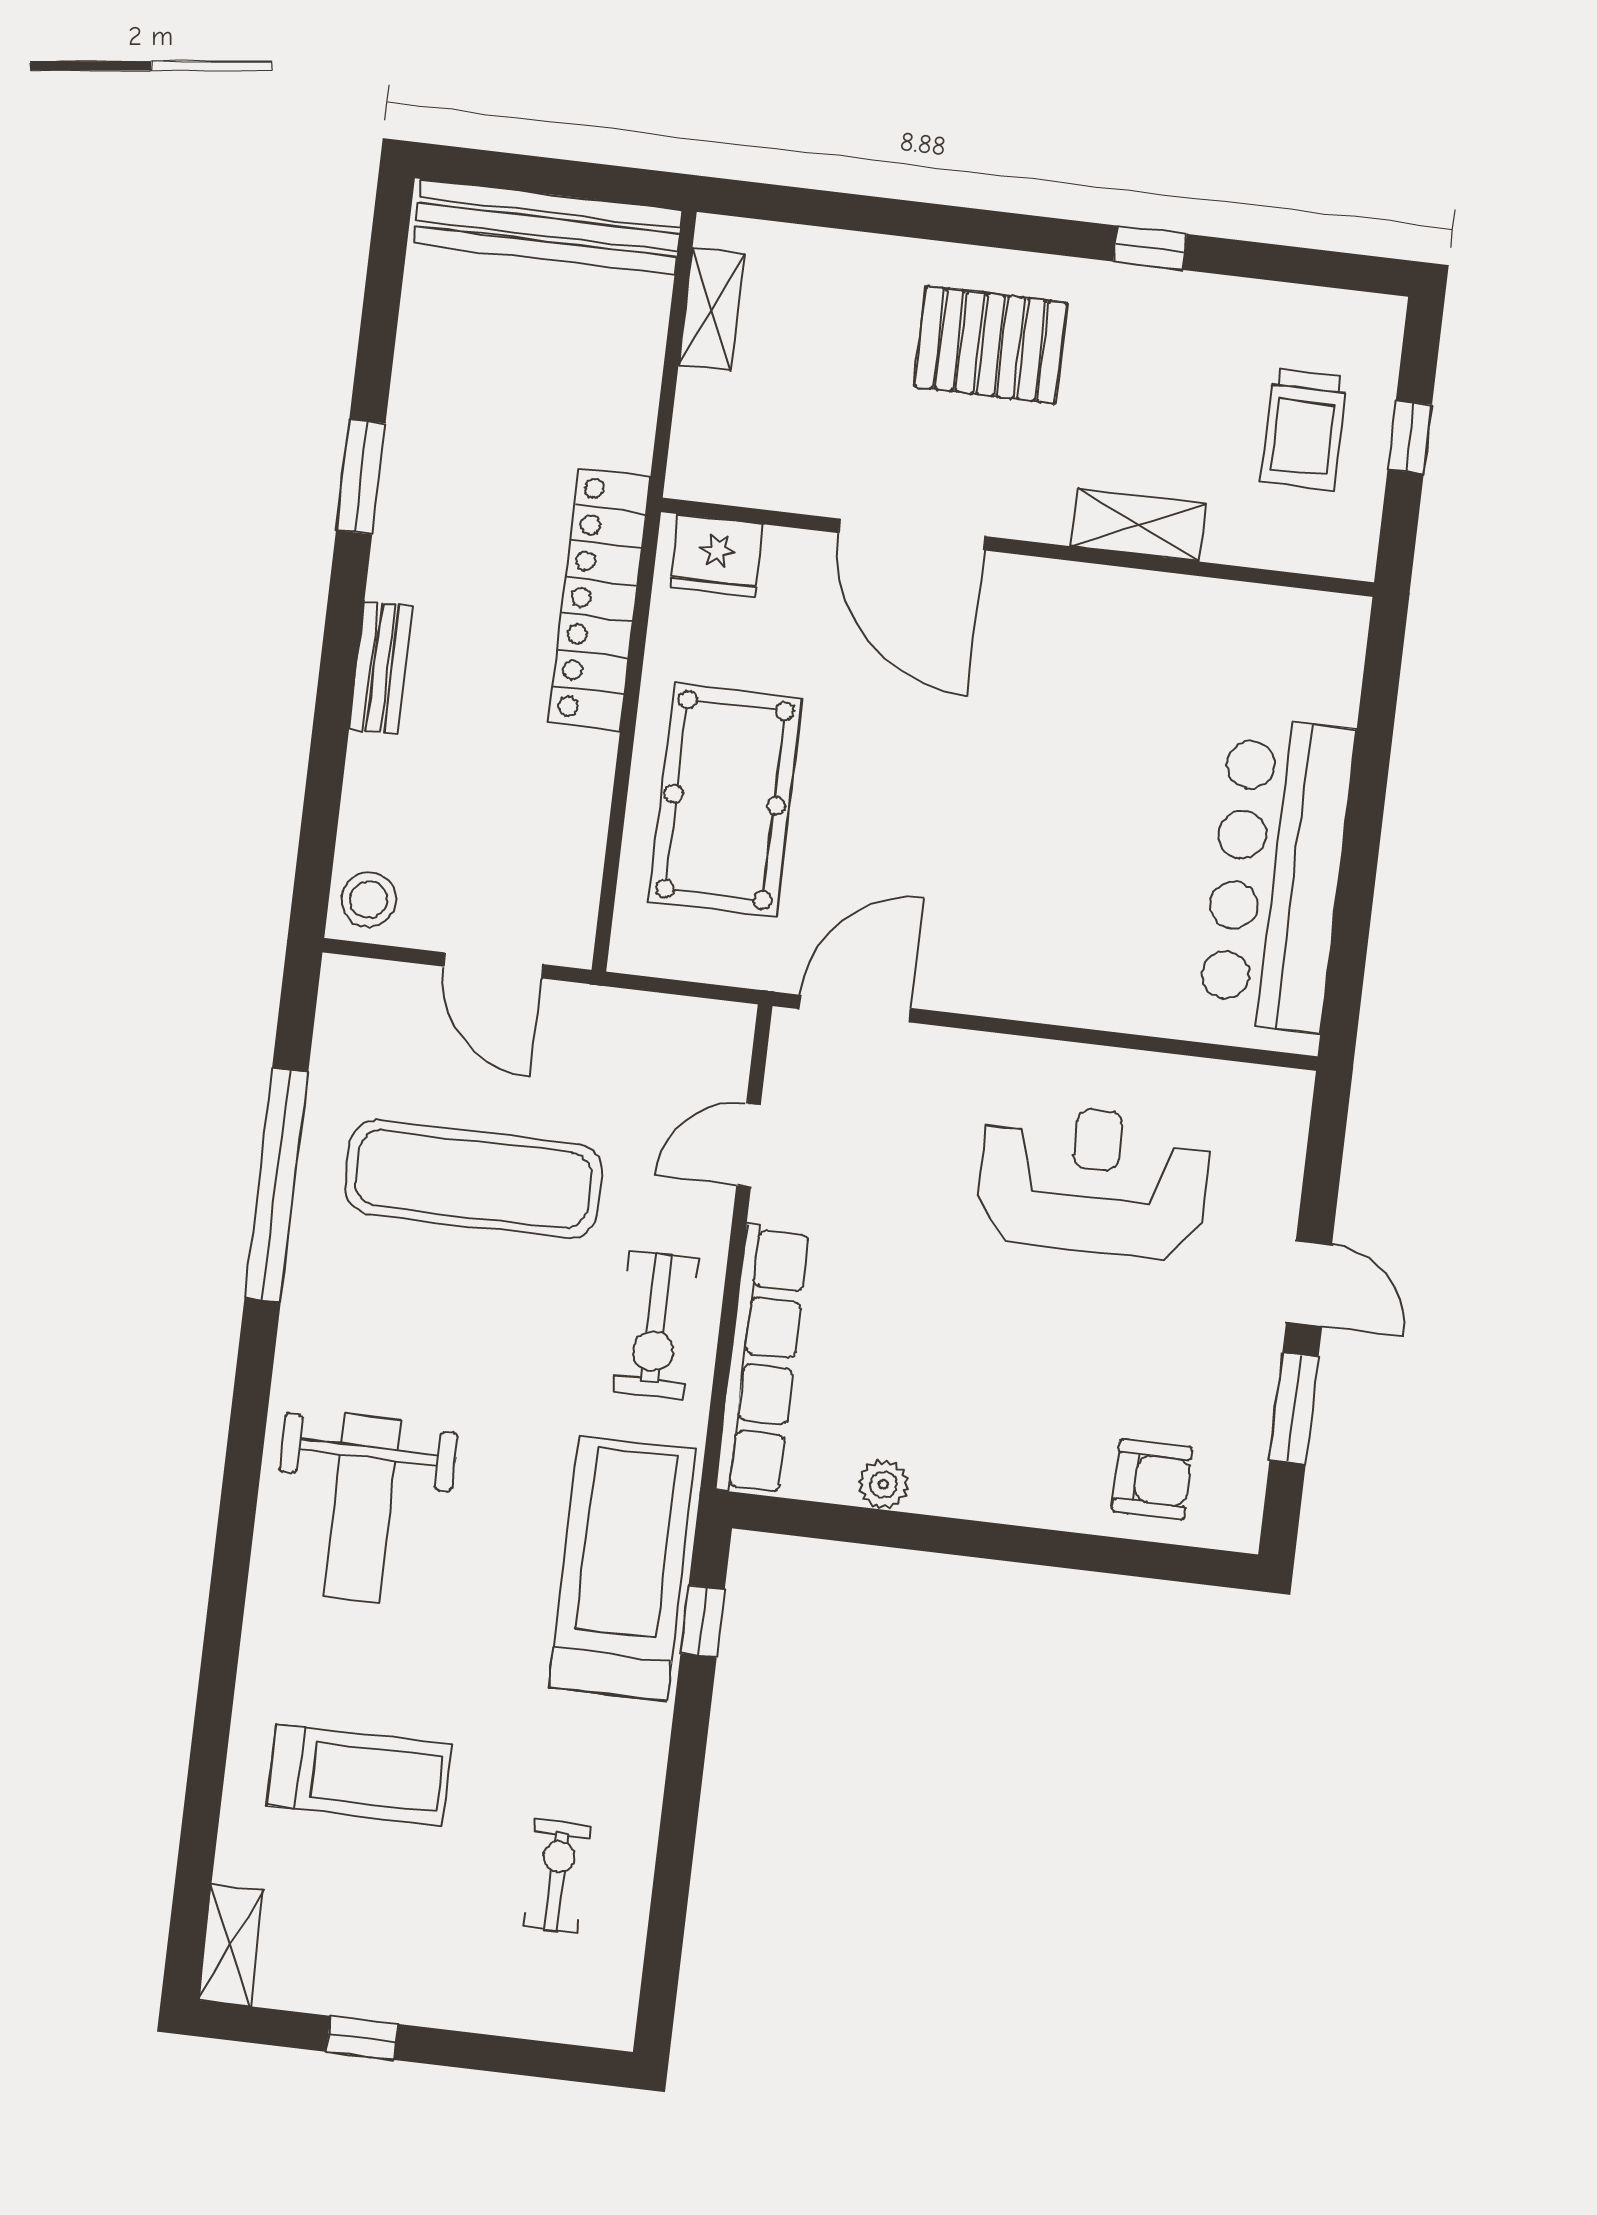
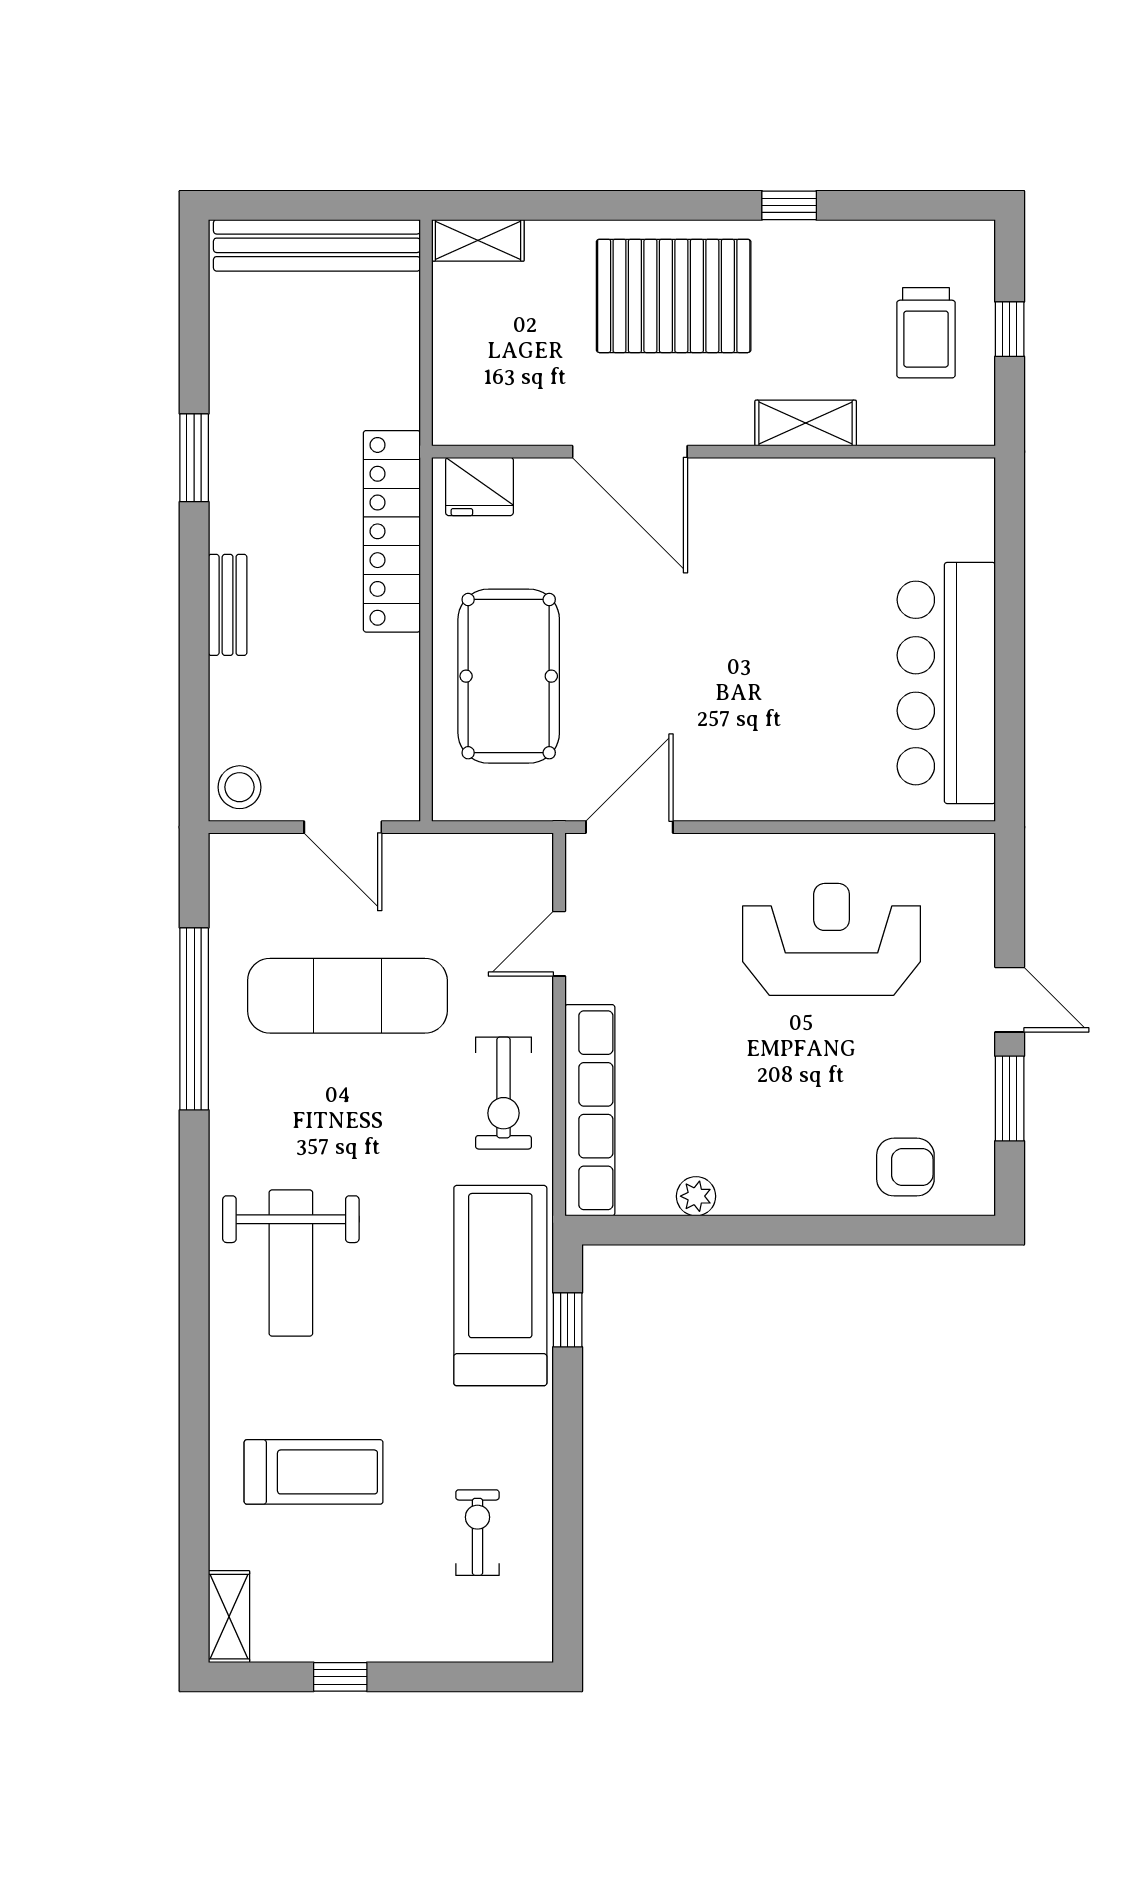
shelving: (712, 309) -> (478, 240), moved, turned 90
pallet: (991, 345) -> (674, 296), width x1.37, depth x1.41

